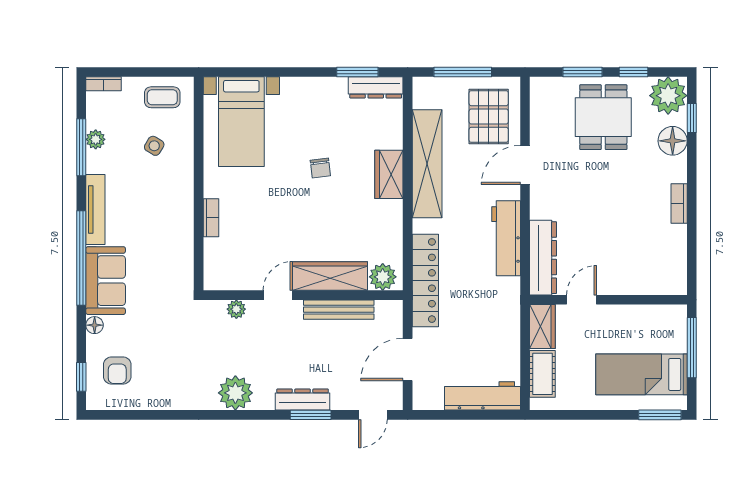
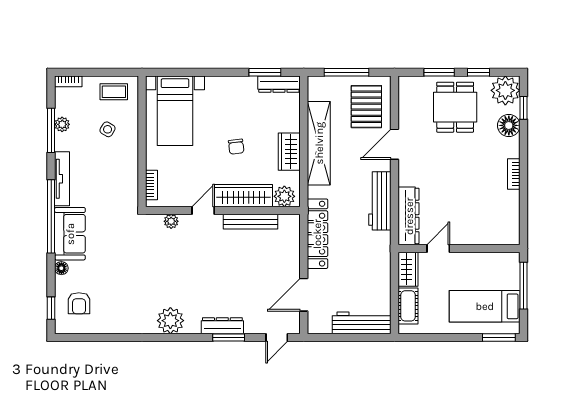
wardrobe: (330, 276) -> (244, 196), moved
plant: (383, 277) -> (284, 196), moved
door: (278, 295) -> (203, 210), moved
wall: (303, 295) -> (223, 210), moved
plant: (236, 309) -> (171, 221), moved
bench: (339, 310) -> (250, 222), moved

